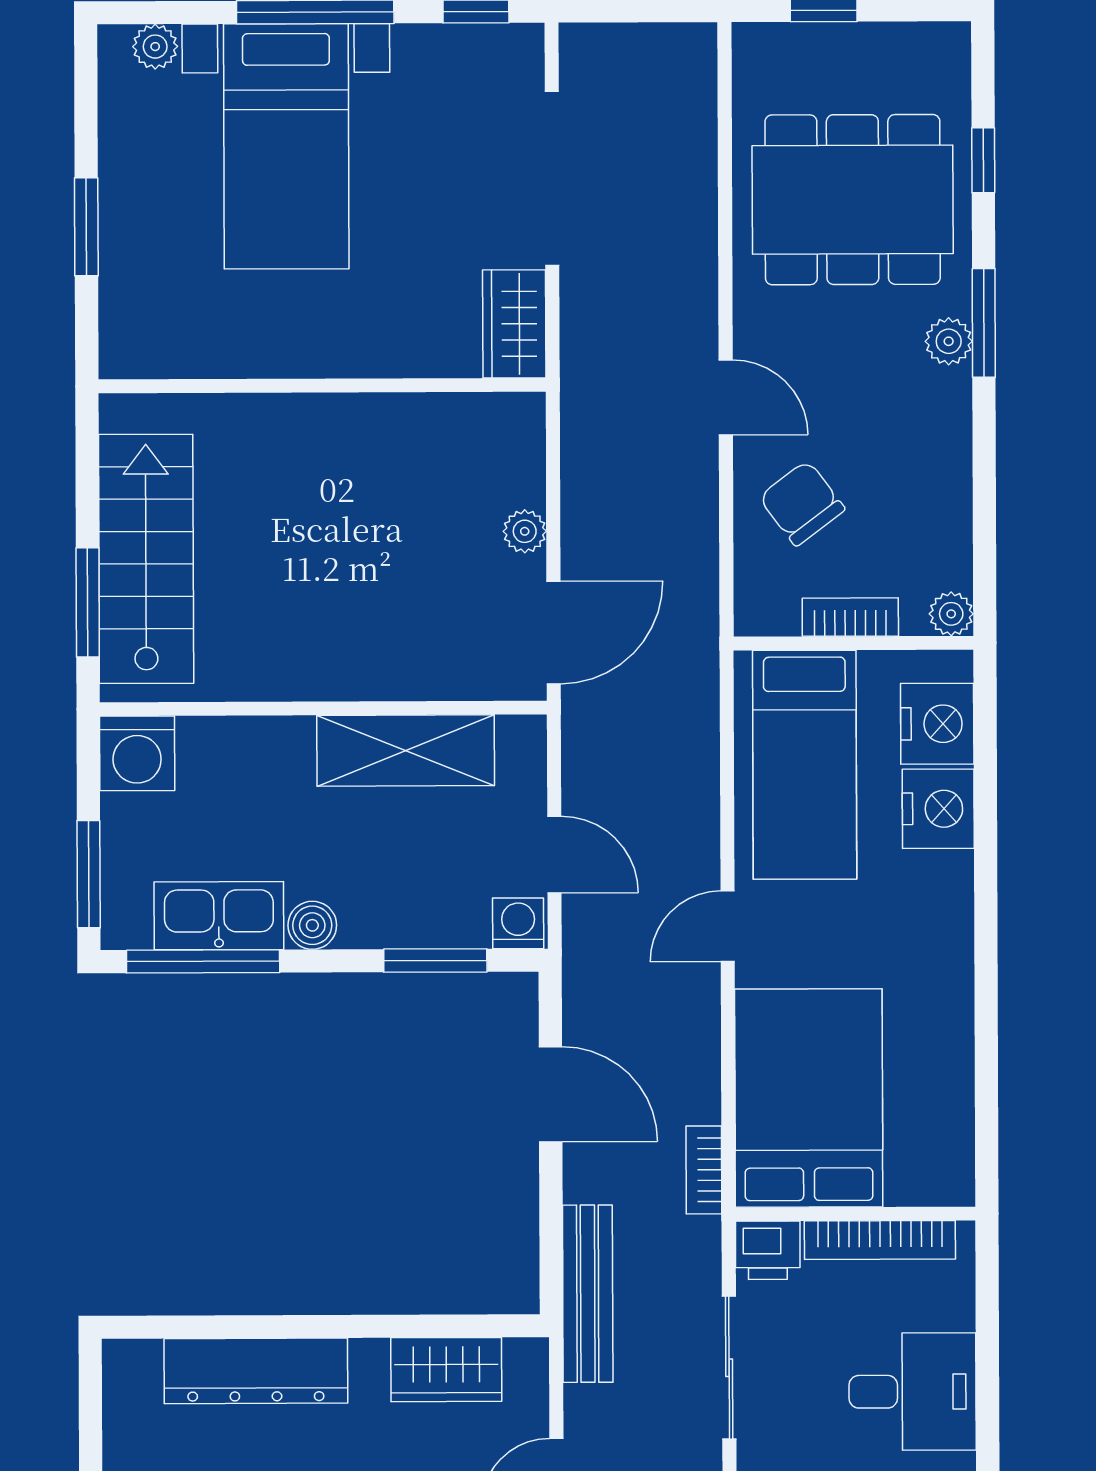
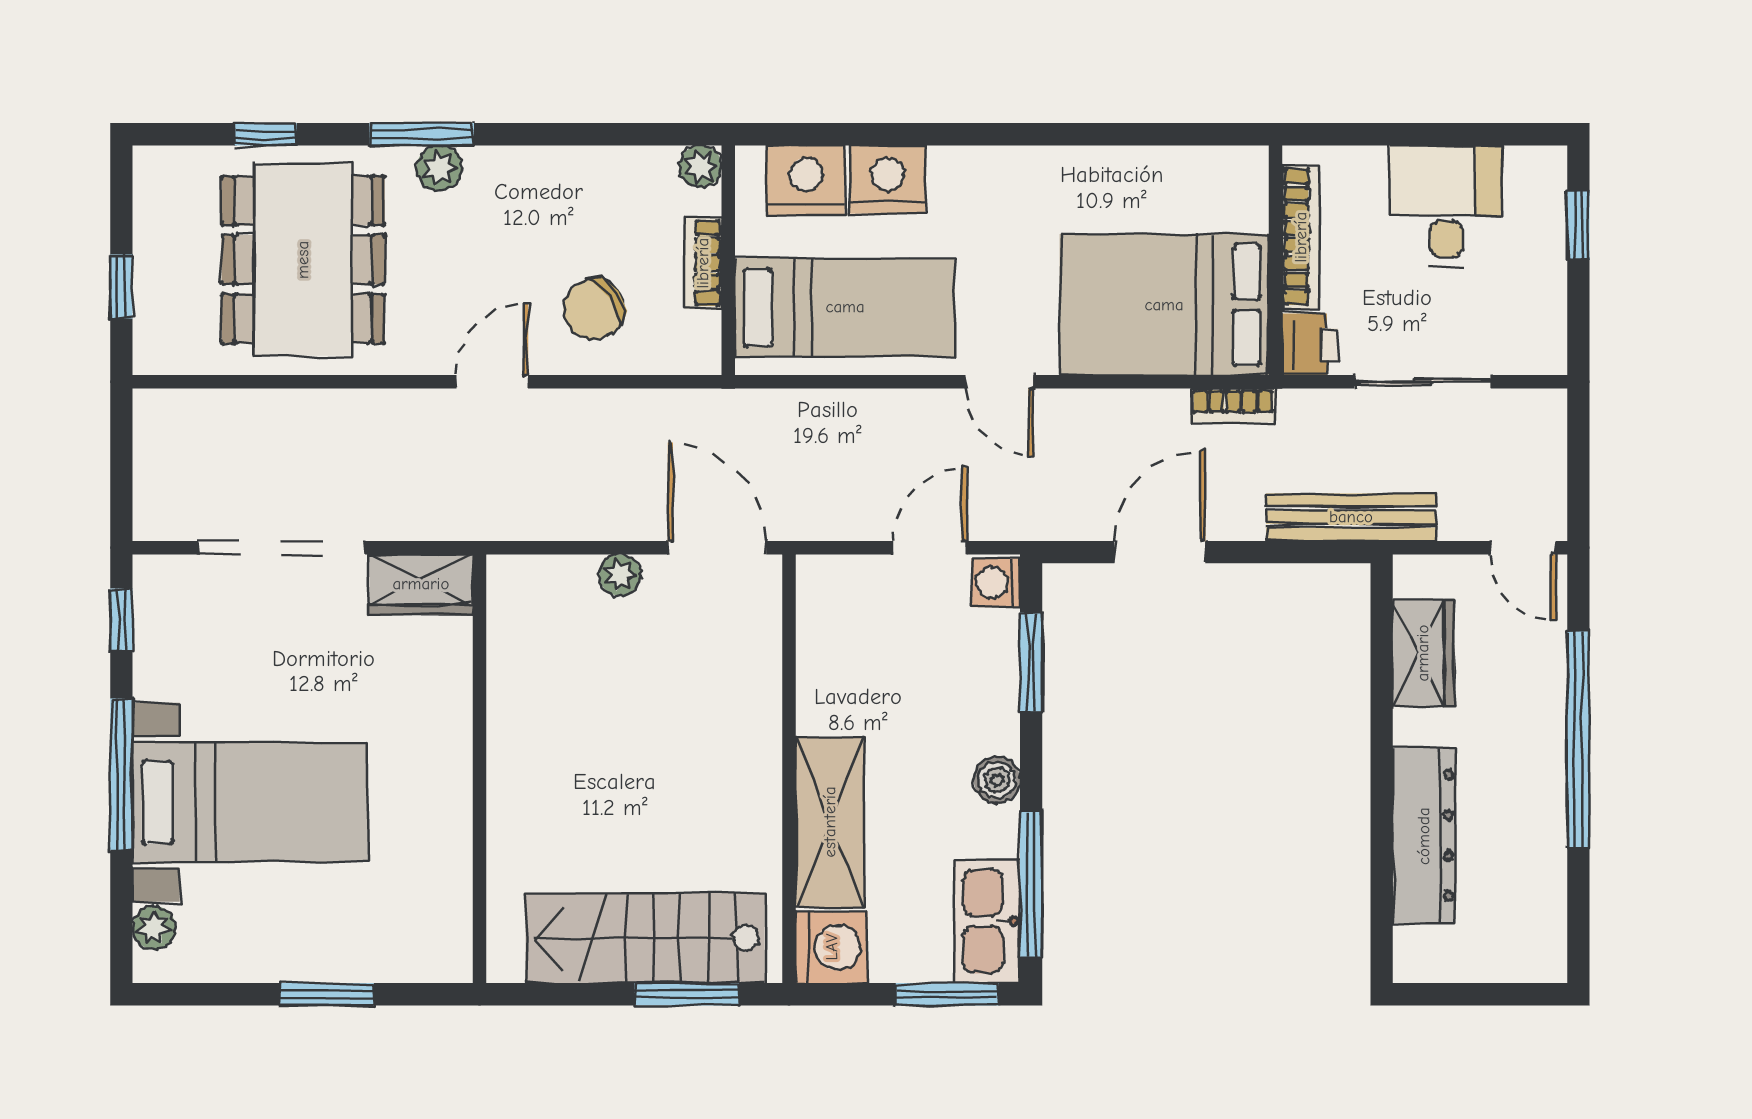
shelving: (406, 751) -> (830, 822), moved
kitchen sink: (219, 916) -> (987, 921), moved

